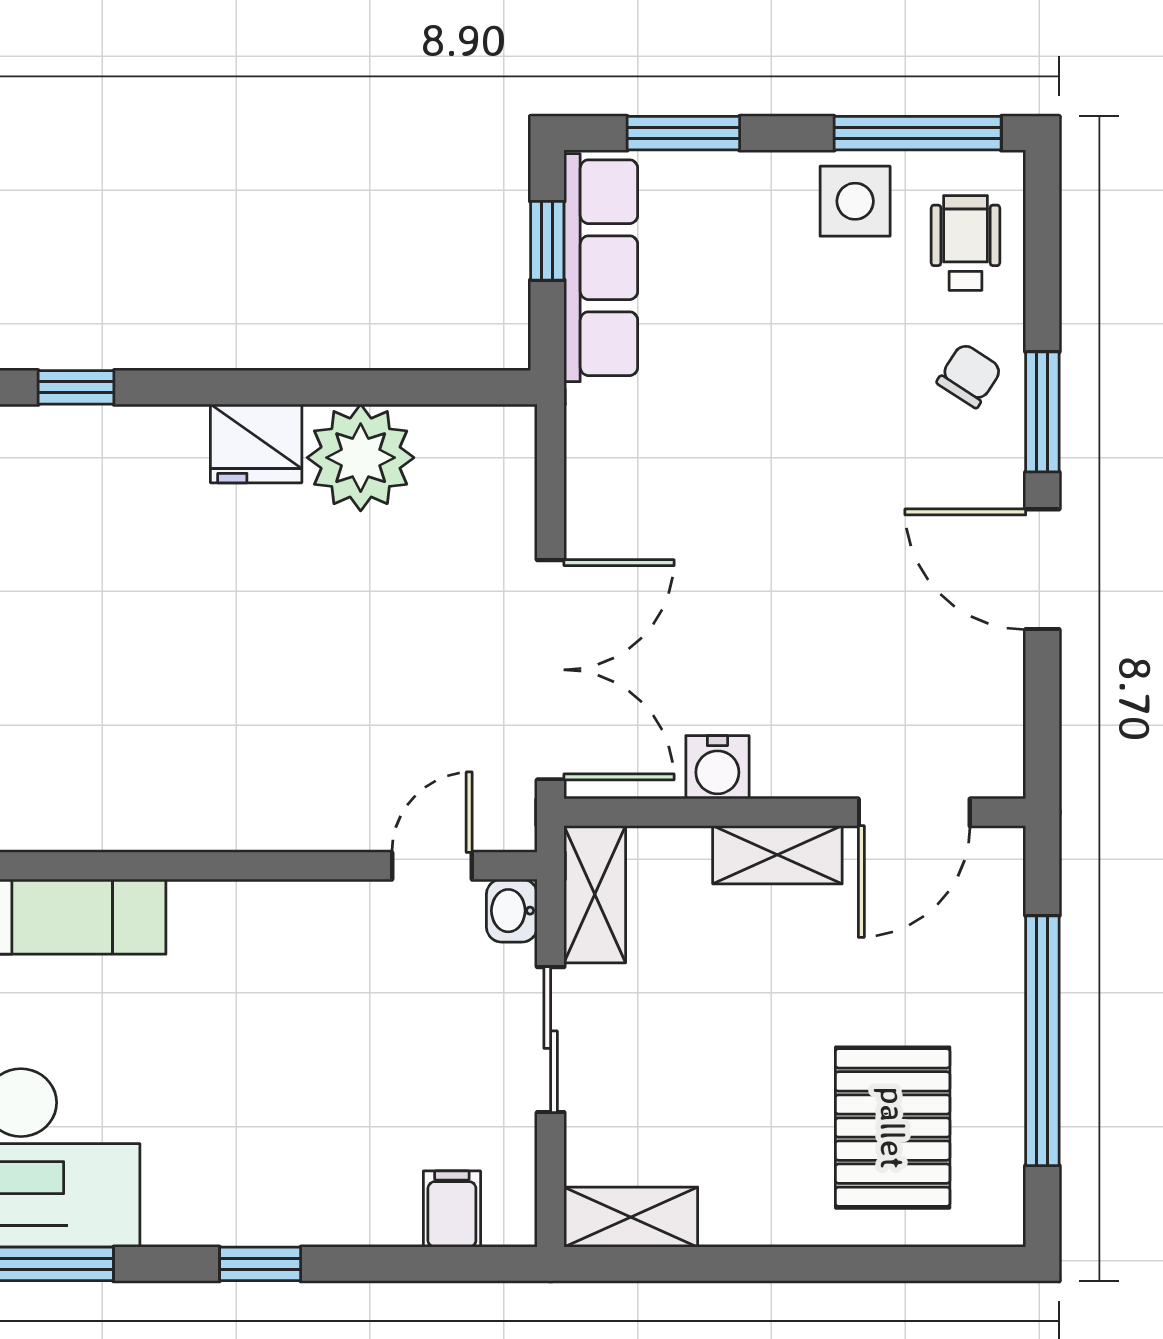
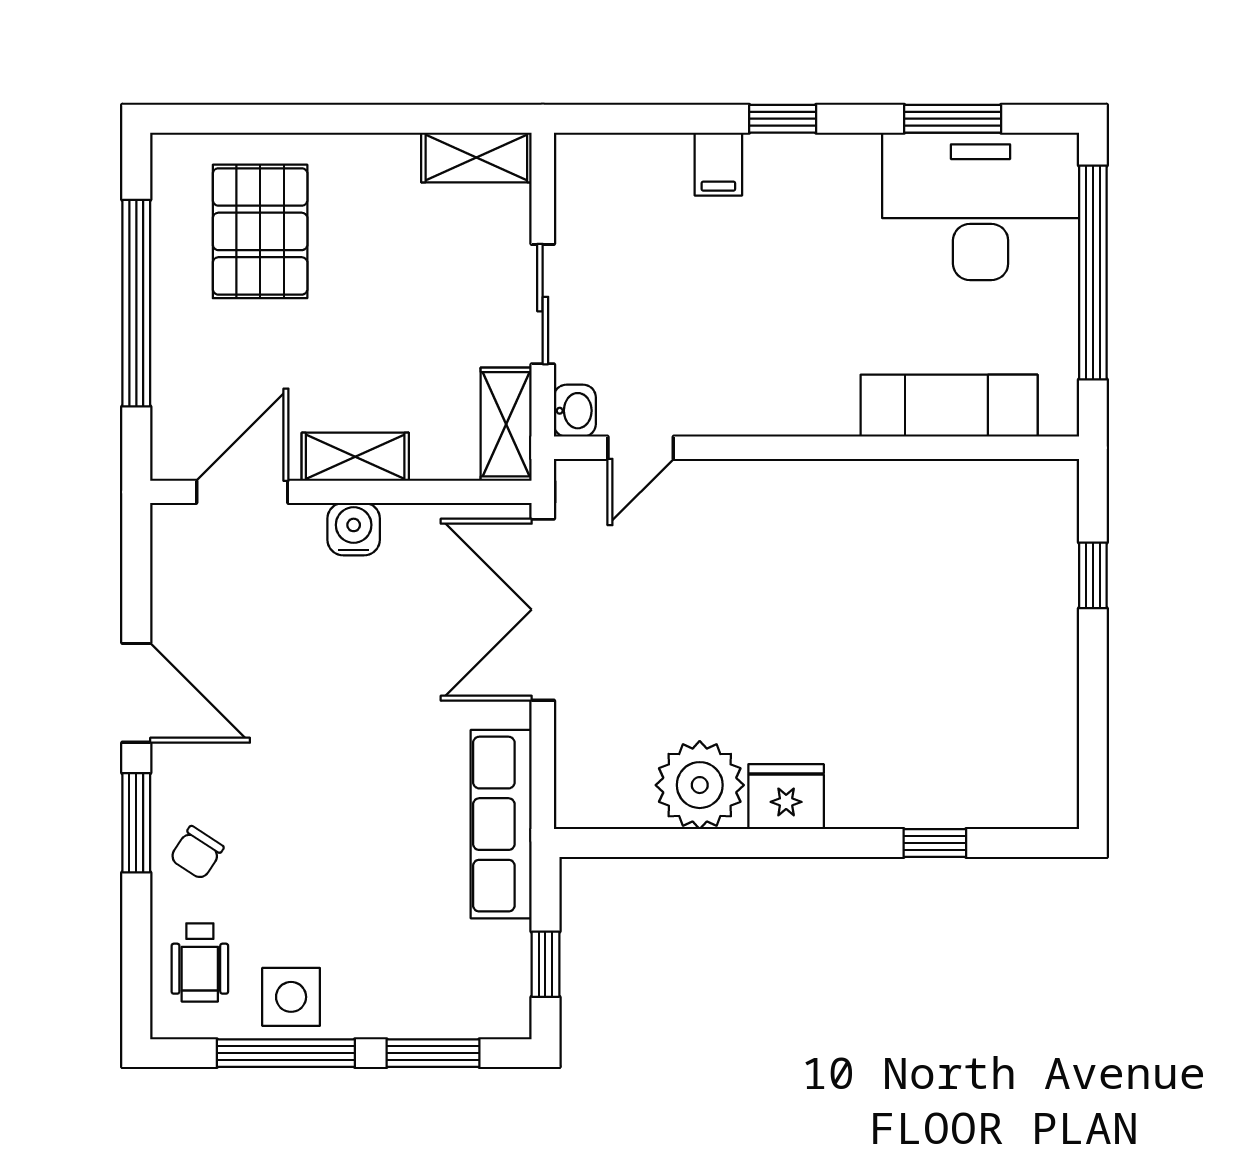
window: (918, 133) -> (286, 1053), moved
row of seats: (601, 268) -> (501, 824), moved
water cooler: (717, 767) -> (354, 529), moved
filing cabinet: (452, 1209) -> (718, 164), moved

